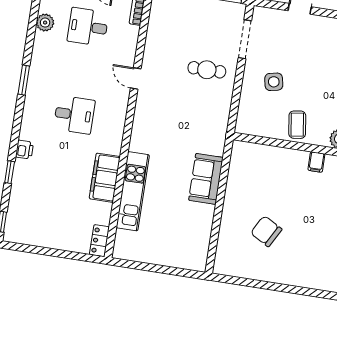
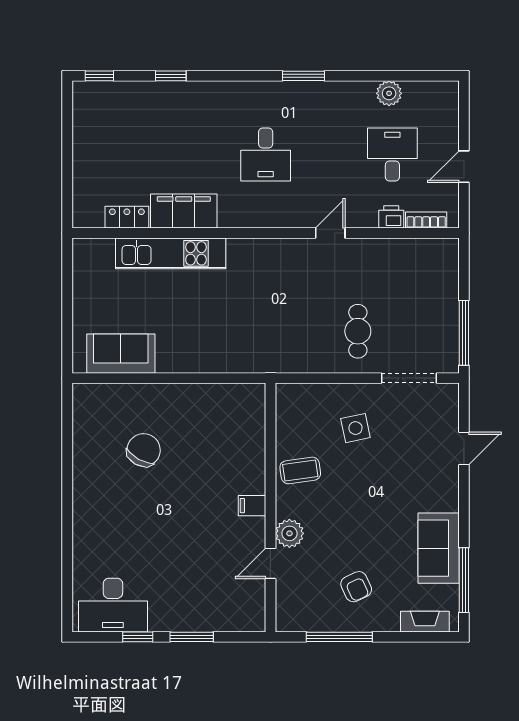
printer: (24, 150) -> (391, 217), moved, turned 180
sofa: (206, 179) -> (121, 354), moved
locker: (99, 241) -> (127, 217), moved

